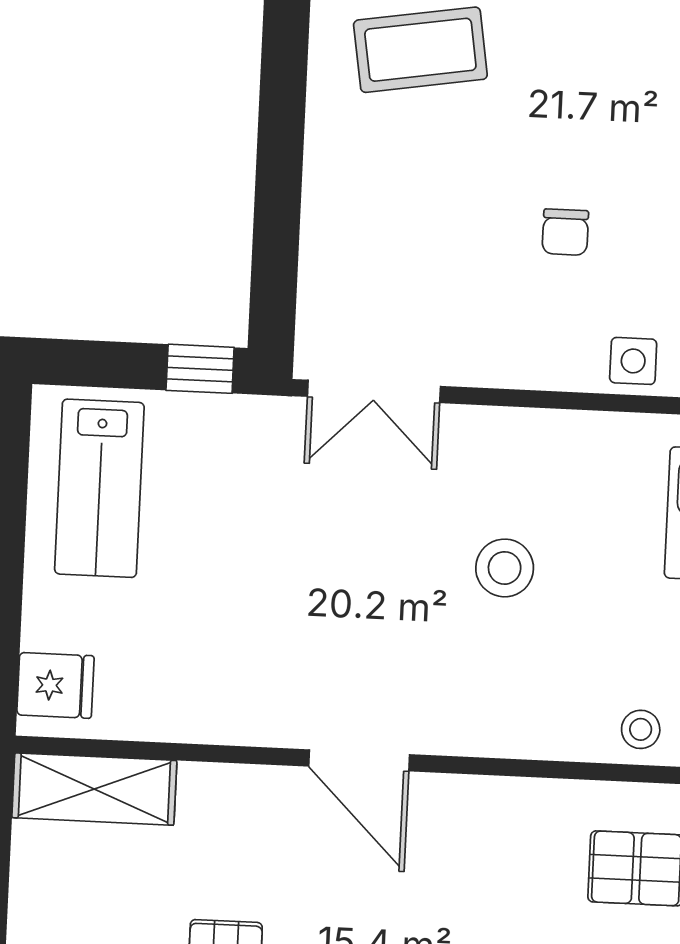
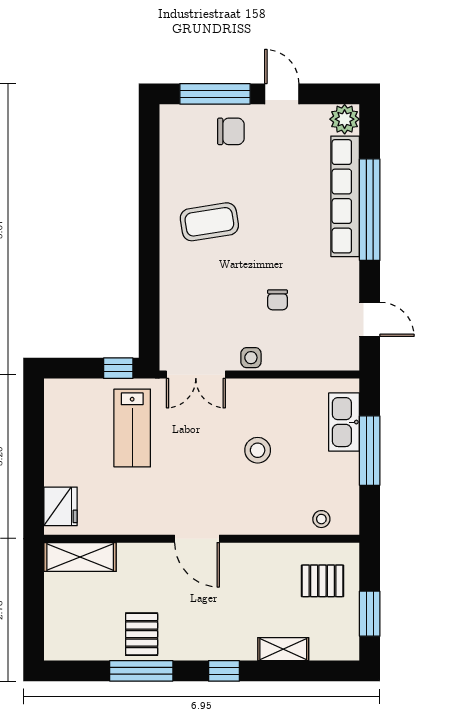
side table: (633, 361) -> (251, 358), moved
lab bench: (99, 488) -> (132, 428), moved
fridge: (55, 685) -> (61, 506), width x1.38

